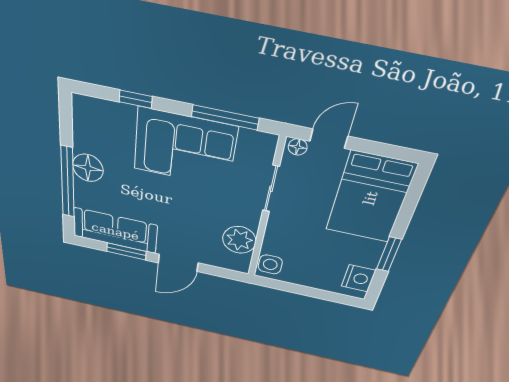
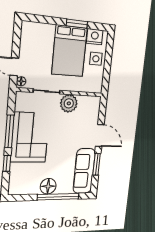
window: (225, 117) -> (9, 131), moved
bed: (370, 198) -> (69, 51), moved, turned 90
plant: (239, 240) -> (69, 103), moved
side table: (270, 264) -> (96, 59), moved

